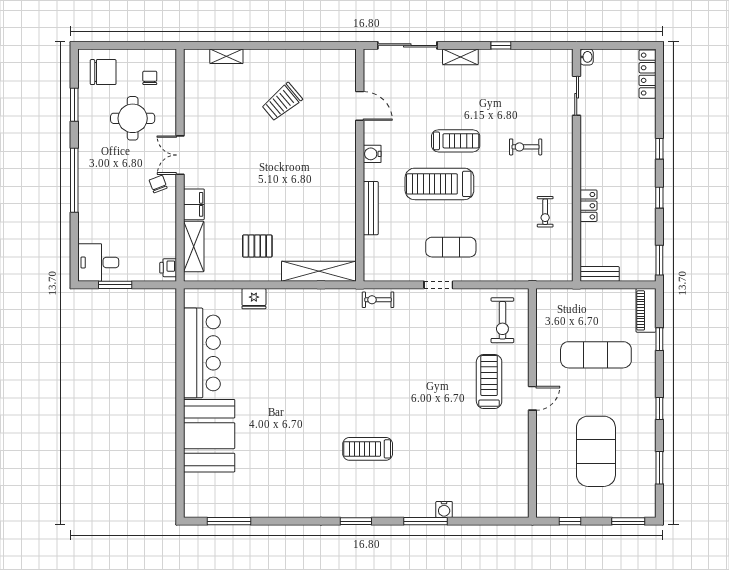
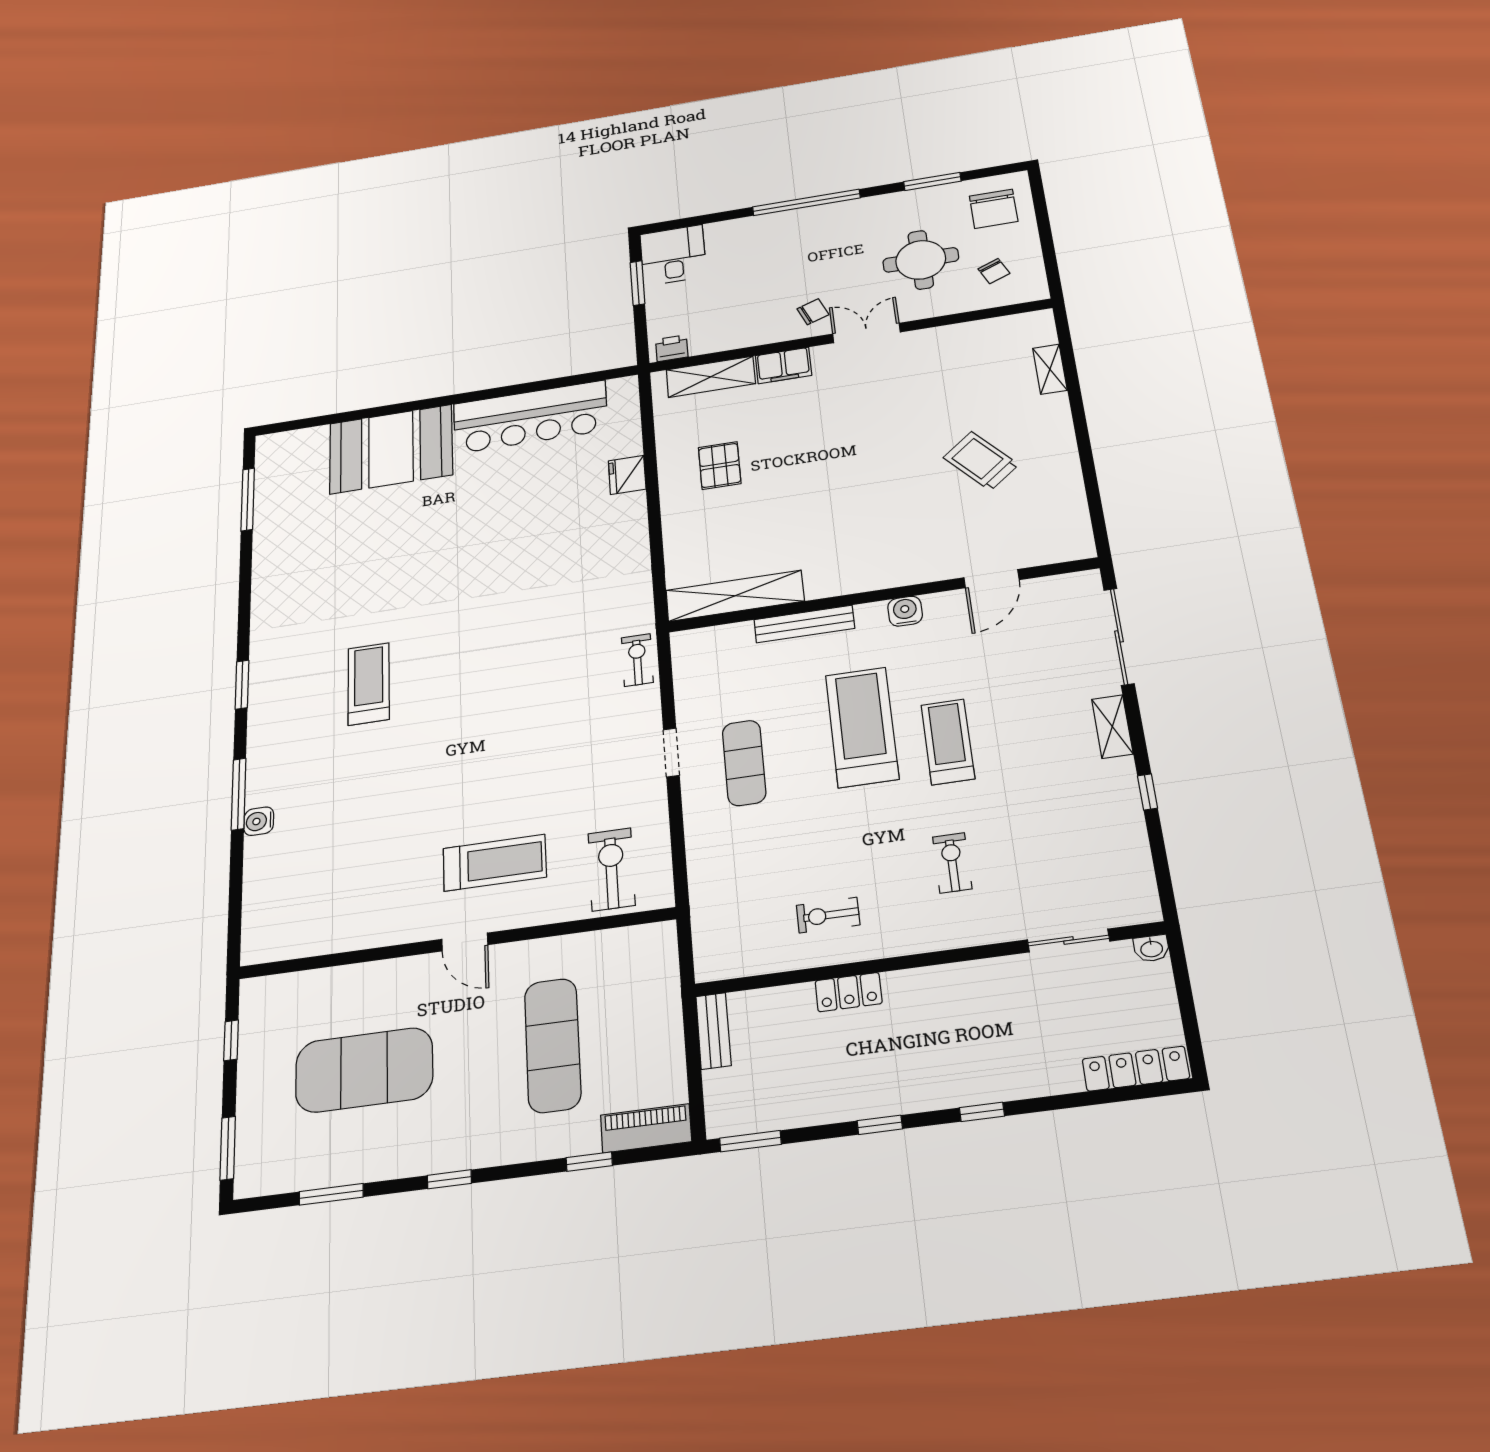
chair: (150, 78) -> (994, 271), turned 67
treadmill: (456, 141) -> (948, 742), turned 180
shelving: (319, 271) -> (735, 596), moved, turned 90
exercise bike: (502, 320) -> (611, 869), turned 90

